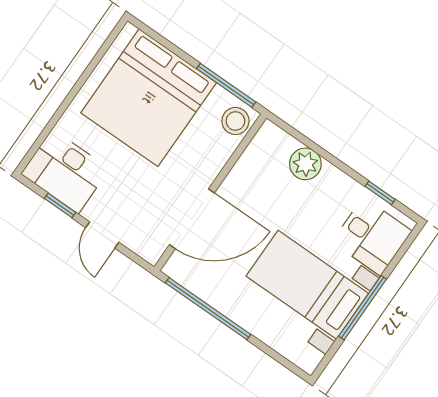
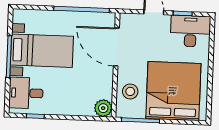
stool: (235, 121) -> (130, 91), moved
plant: (305, 164) -> (103, 108), moved
door: (192, 219) -> (116, 47), hinge flipped

